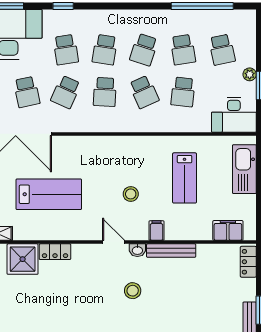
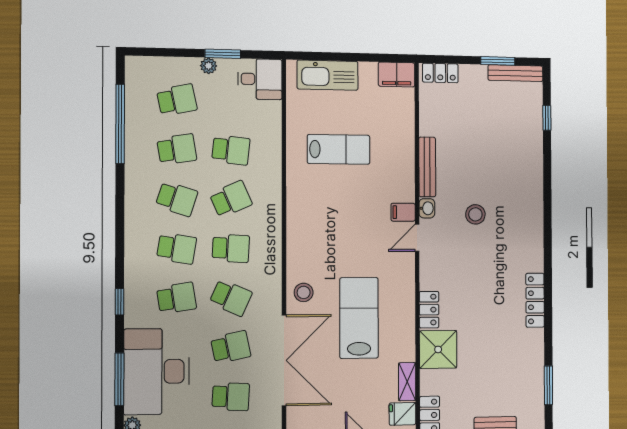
desk: (234, 115) -> (260, 79), width x0.73
stool: (131, 194) -> (304, 292), moved
filing cabinet: (228, 230) -> (397, 75), moved, turned -90
filing cabinet: (157, 231) -> (403, 212), moved

